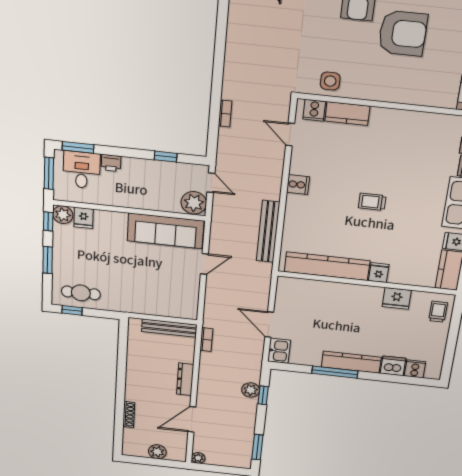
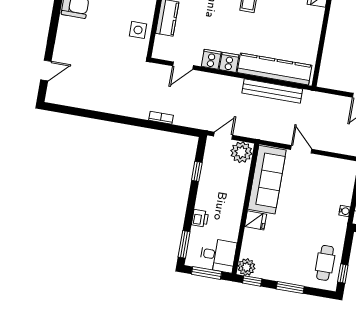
cooker: (314, 110) -> (211, 59), moved, turned -90
desk: (82, 170) -> (218, 255), moved, turned 180
fridge: (84, 218) -> (256, 220), moved
kitchen counter: (327, 266) -> (274, 69), moved, turned 90
water cooler: (141, 309) -> (345, 211), added

